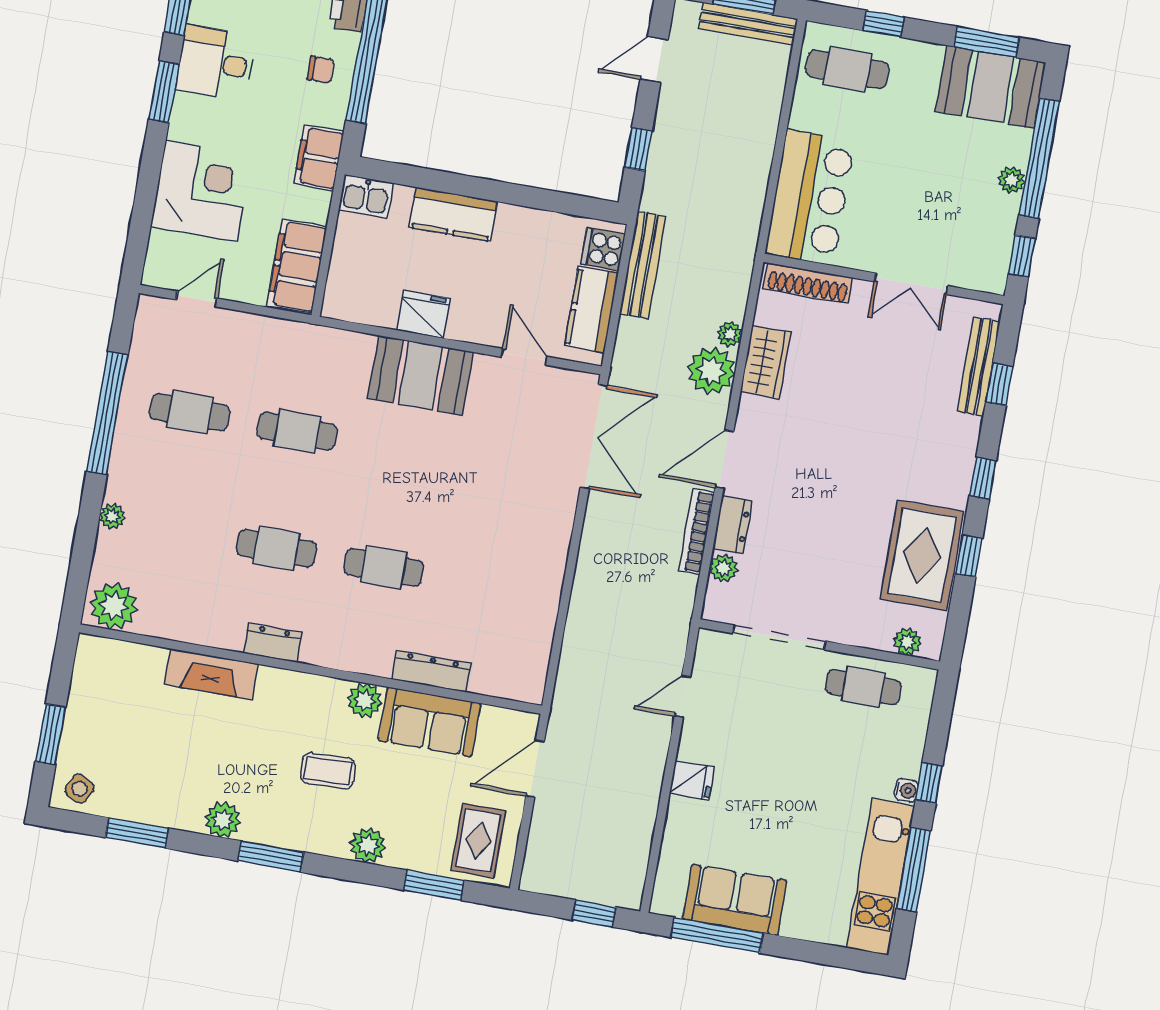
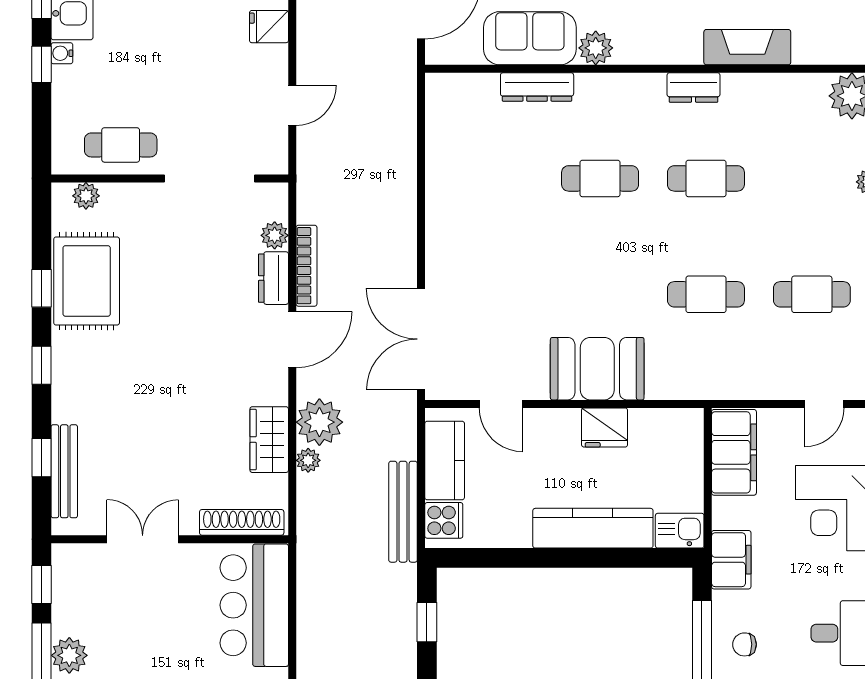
plant: (1011, 180) -> (69, 655), width x1.38, depth x1.38
kitchen counter: (453, 214) -> (593, 528), width x1.50

